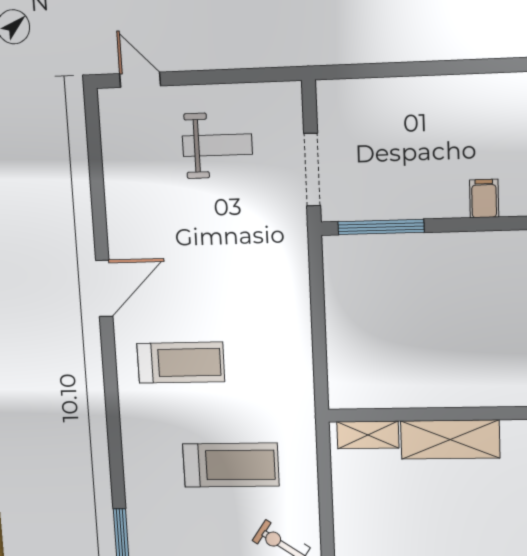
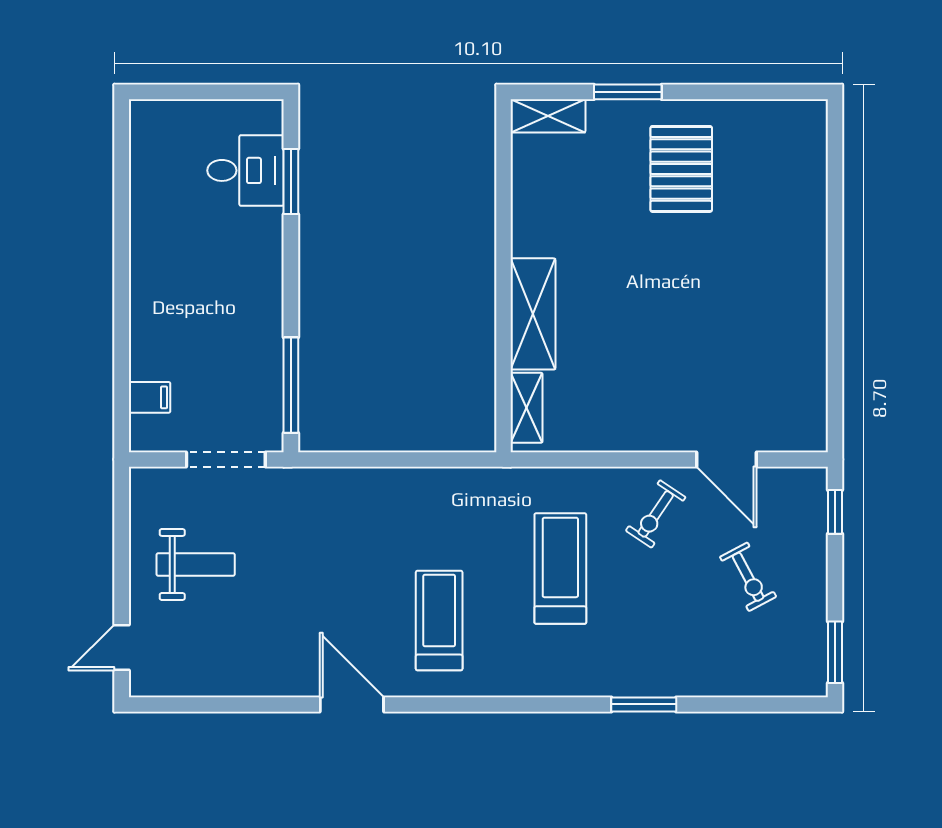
weight bench: (217, 145) -> (196, 564), turned 90
filing cabinet: (484, 198) -> (150, 397), moved, turned 180

